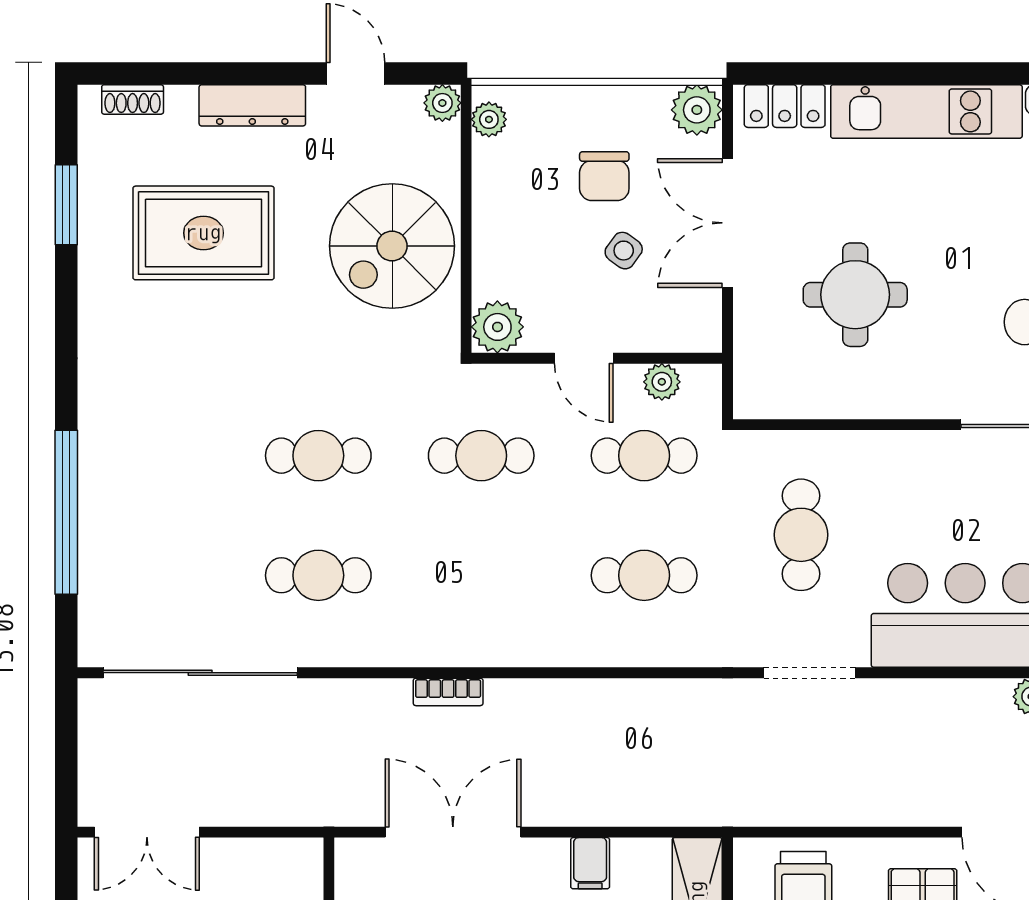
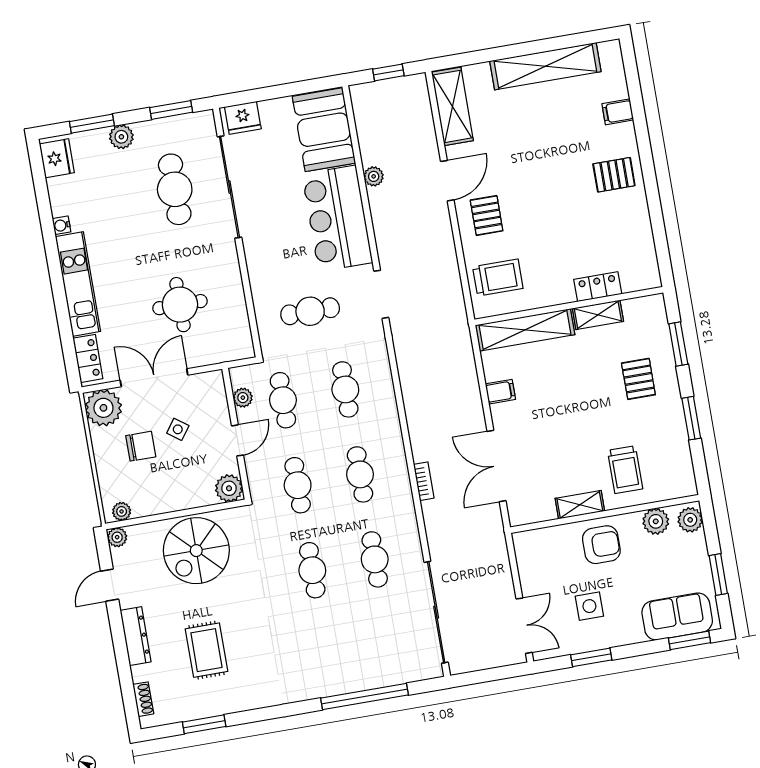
plant: (697, 110) -> (103, 408), width x1.36, depth x1.36
double door: (727, 223) -> (154, 378), swing flipped
rug: (203, 233) -> (206, 650), width x0.73, depth x0.70
spiral stairs: (392, 246) -> (196, 551), turned 90
cafe table: (481, 575) -> (360, 474), added

